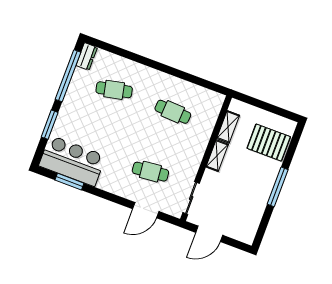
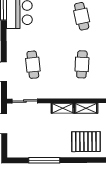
pallet: (269, 142) -> (86, 142), turned 90
window: (278, 187) -> (44, 160), moved

